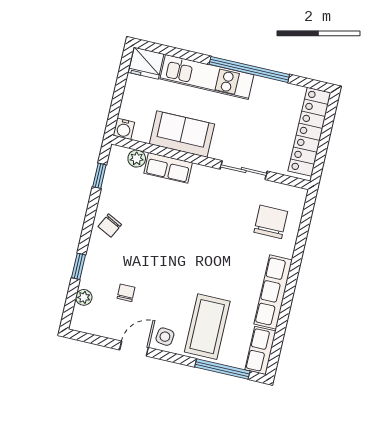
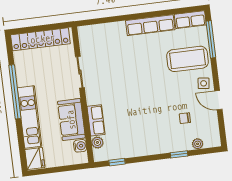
water cooler: (124, 129) -> (80, 146), moved
chair: (271, 222) -> (106, 43), removed
chair: (110, 226) -> (146, 144), removed

